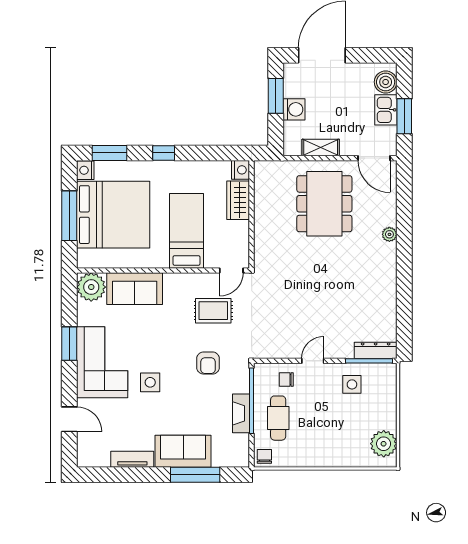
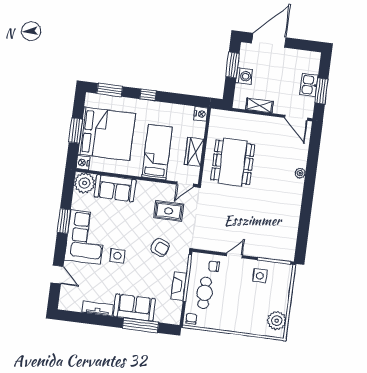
boiler: (386, 82) -> (311, 65), removed
nightstand: (85, 170) -> (83, 163), moved
wardrobe: (238, 200) -> (194, 152), moved
dining table: (324, 204) -> (233, 162), moved
window: (69, 216) -> (76, 131), width x0.69
dresser: (376, 350) -> (280, 254), removed
armchair: (208, 363) -> (160, 247), turned -68

